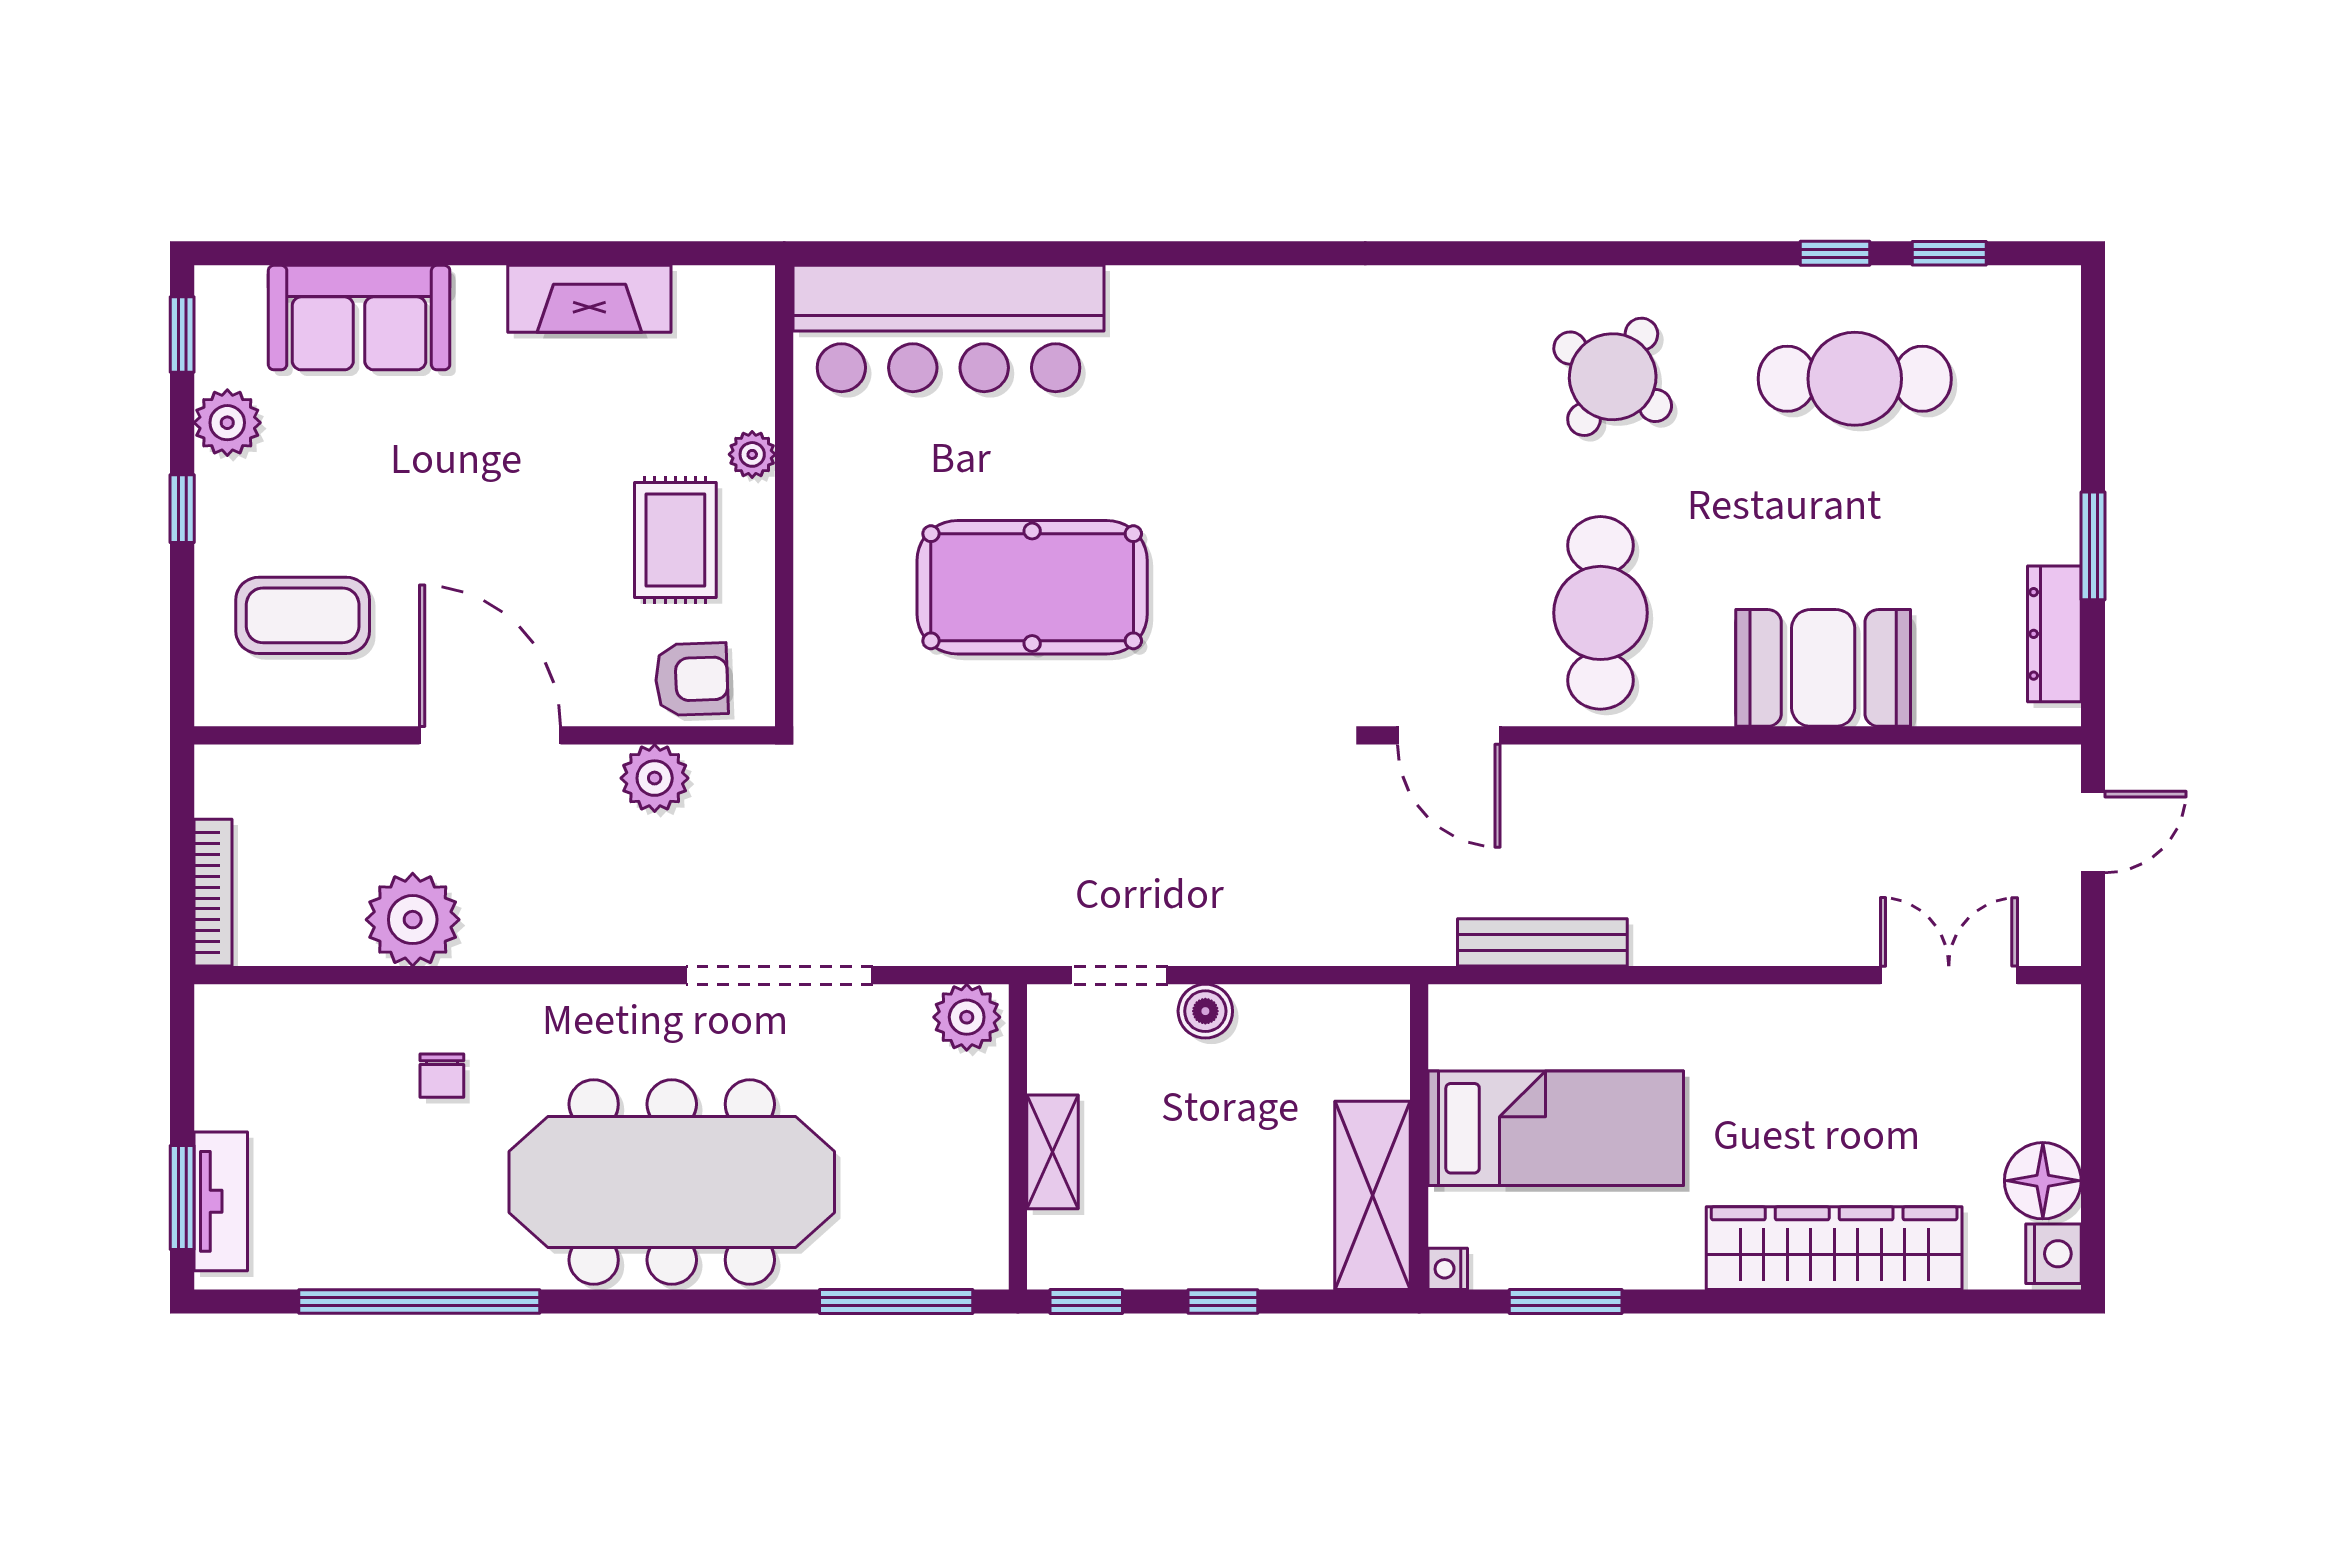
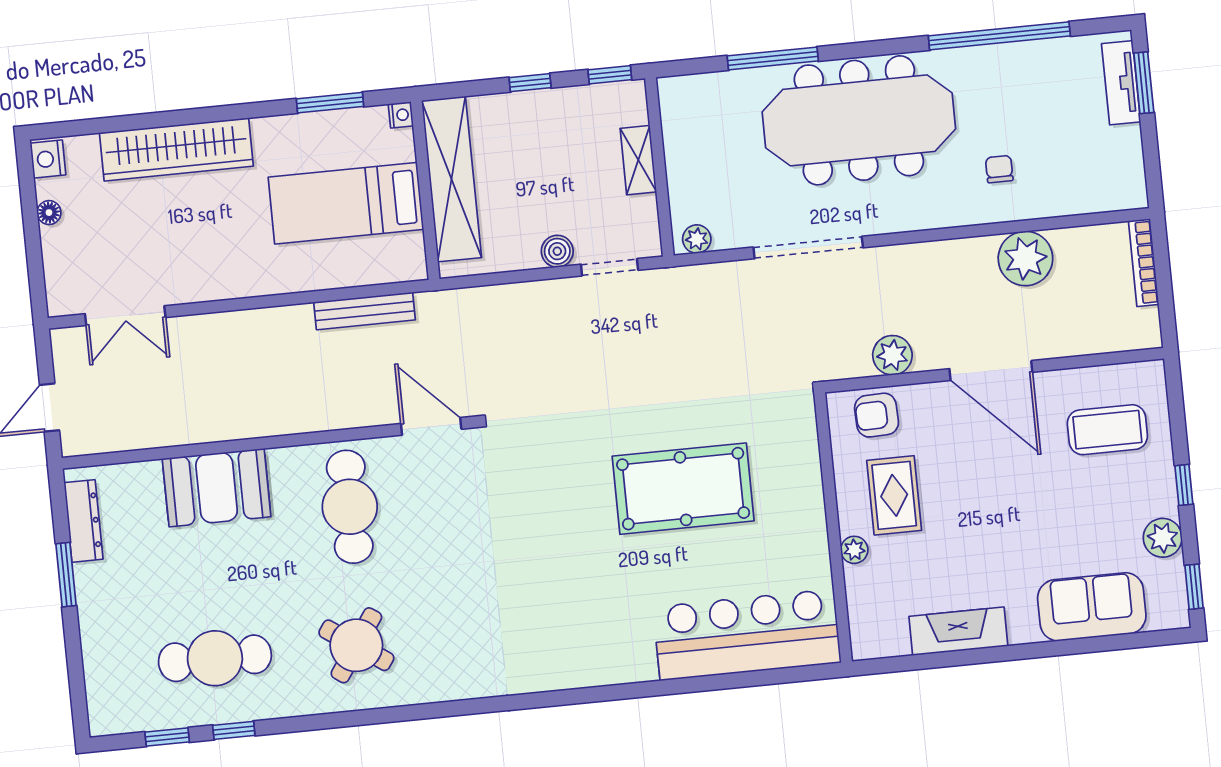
plant: (967, 1017) -> (697, 239), width x0.73, depth x0.73
floor lamp: (2043, 1181) -> (49, 213), width x0.53, depth x0.53
shelving: (1372, 1195) -> (452, 179), width x1.47
window: (896, 1301) -> (773, 58), moved

